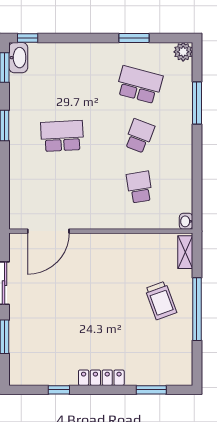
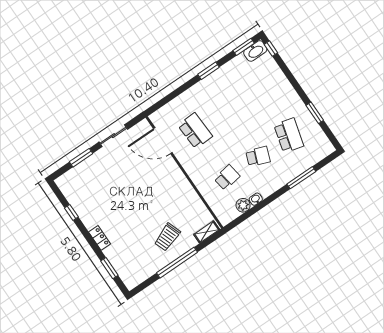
plant: (183, 52) -> (243, 205), moved
school desk: (62, 136) -> (195, 131), moved
washbasin: (186, 221) -> (256, 199), moved
locker: (101, 378) -> (100, 238), width x0.66

